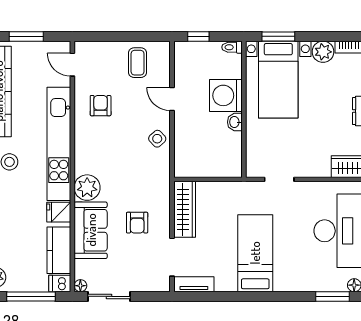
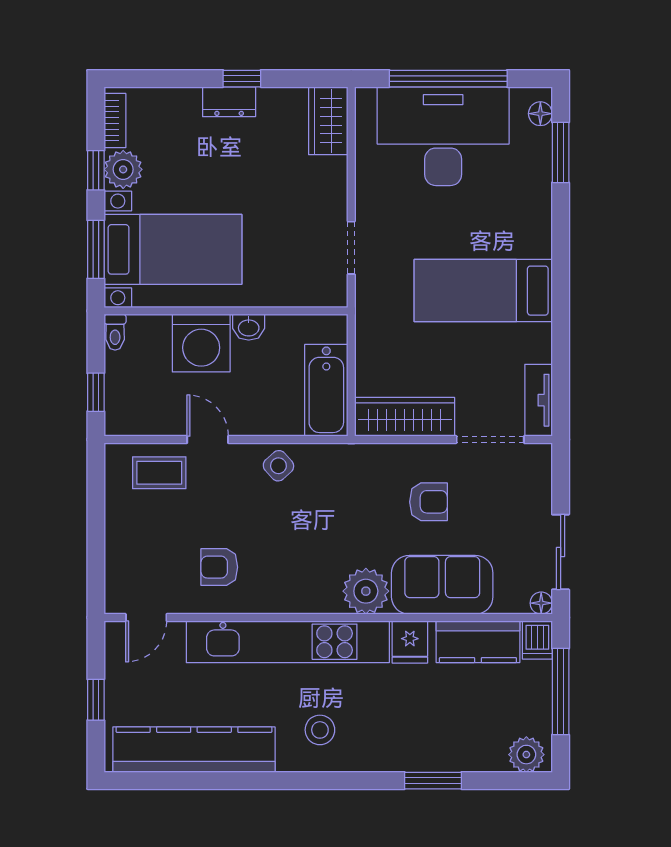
window: (26, 36) -> (96, 700), width x0.67
window: (323, 36) -> (96, 170), added
coffee table: (138, 63) -> (159, 473), moved
door: (172, 99) -> (208, 439), swing flipped
bathtub: (199, 165) -> (326, 390), added

